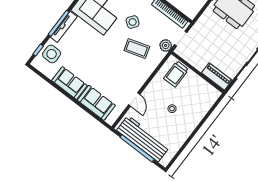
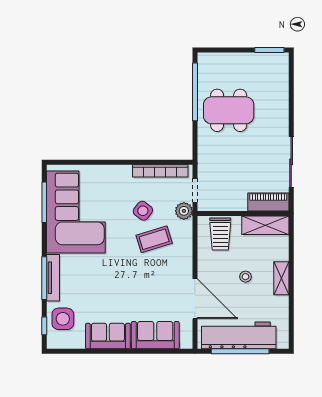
side table: (133, 22) -> (143, 211), moved
shelving: (205, 88) -> (265, 225), added
door: (134, 99) -> (195, 299), width x1.87
shelving: (191, 125) -> (281, 278), added

